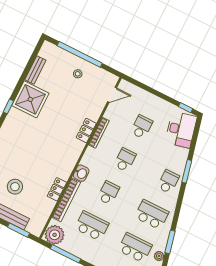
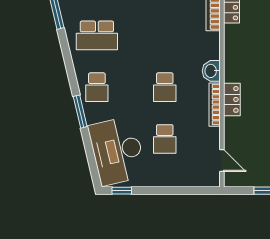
door: (112, 95) -> (222, 161), swing flipped
desk: (181, 130) -> (117, 151), width x1.36, depth x1.30
washbasin: (81, 173) -> (211, 71), moved
school desk: (108, 193) -> (165, 35), removed

